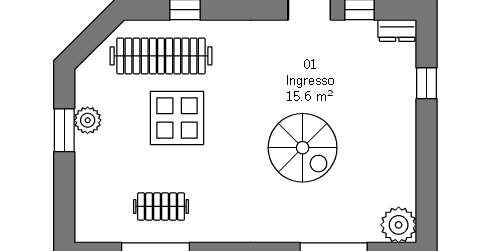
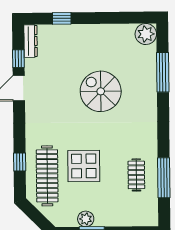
dresser: (397, 30) -> (31, 41), width x1.44
spiral stairs: (303, 148) -> (101, 91), turned -90

